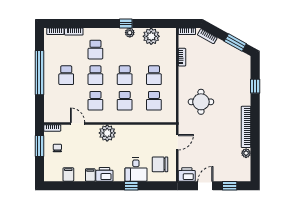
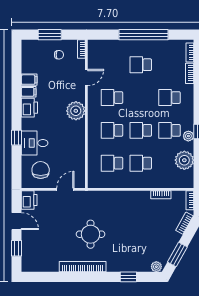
school desk: (95, 75) -> (169, 130), moved
round table: (201, 102) -> (91, 234), moved
door: (177, 142) -> (65, 189), swing flipped
window: (39, 146) -> (50, 35), moved
plant: (246, 153) -> (156, 267), moved
filing cabinet: (68, 174) -> (29, 80), moved

